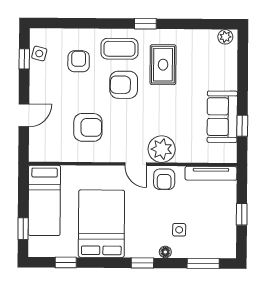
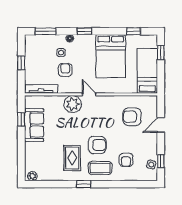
armchair: (88, 127) -> (132, 117), moved
armchair: (164, 179) -> (65, 70), moved

